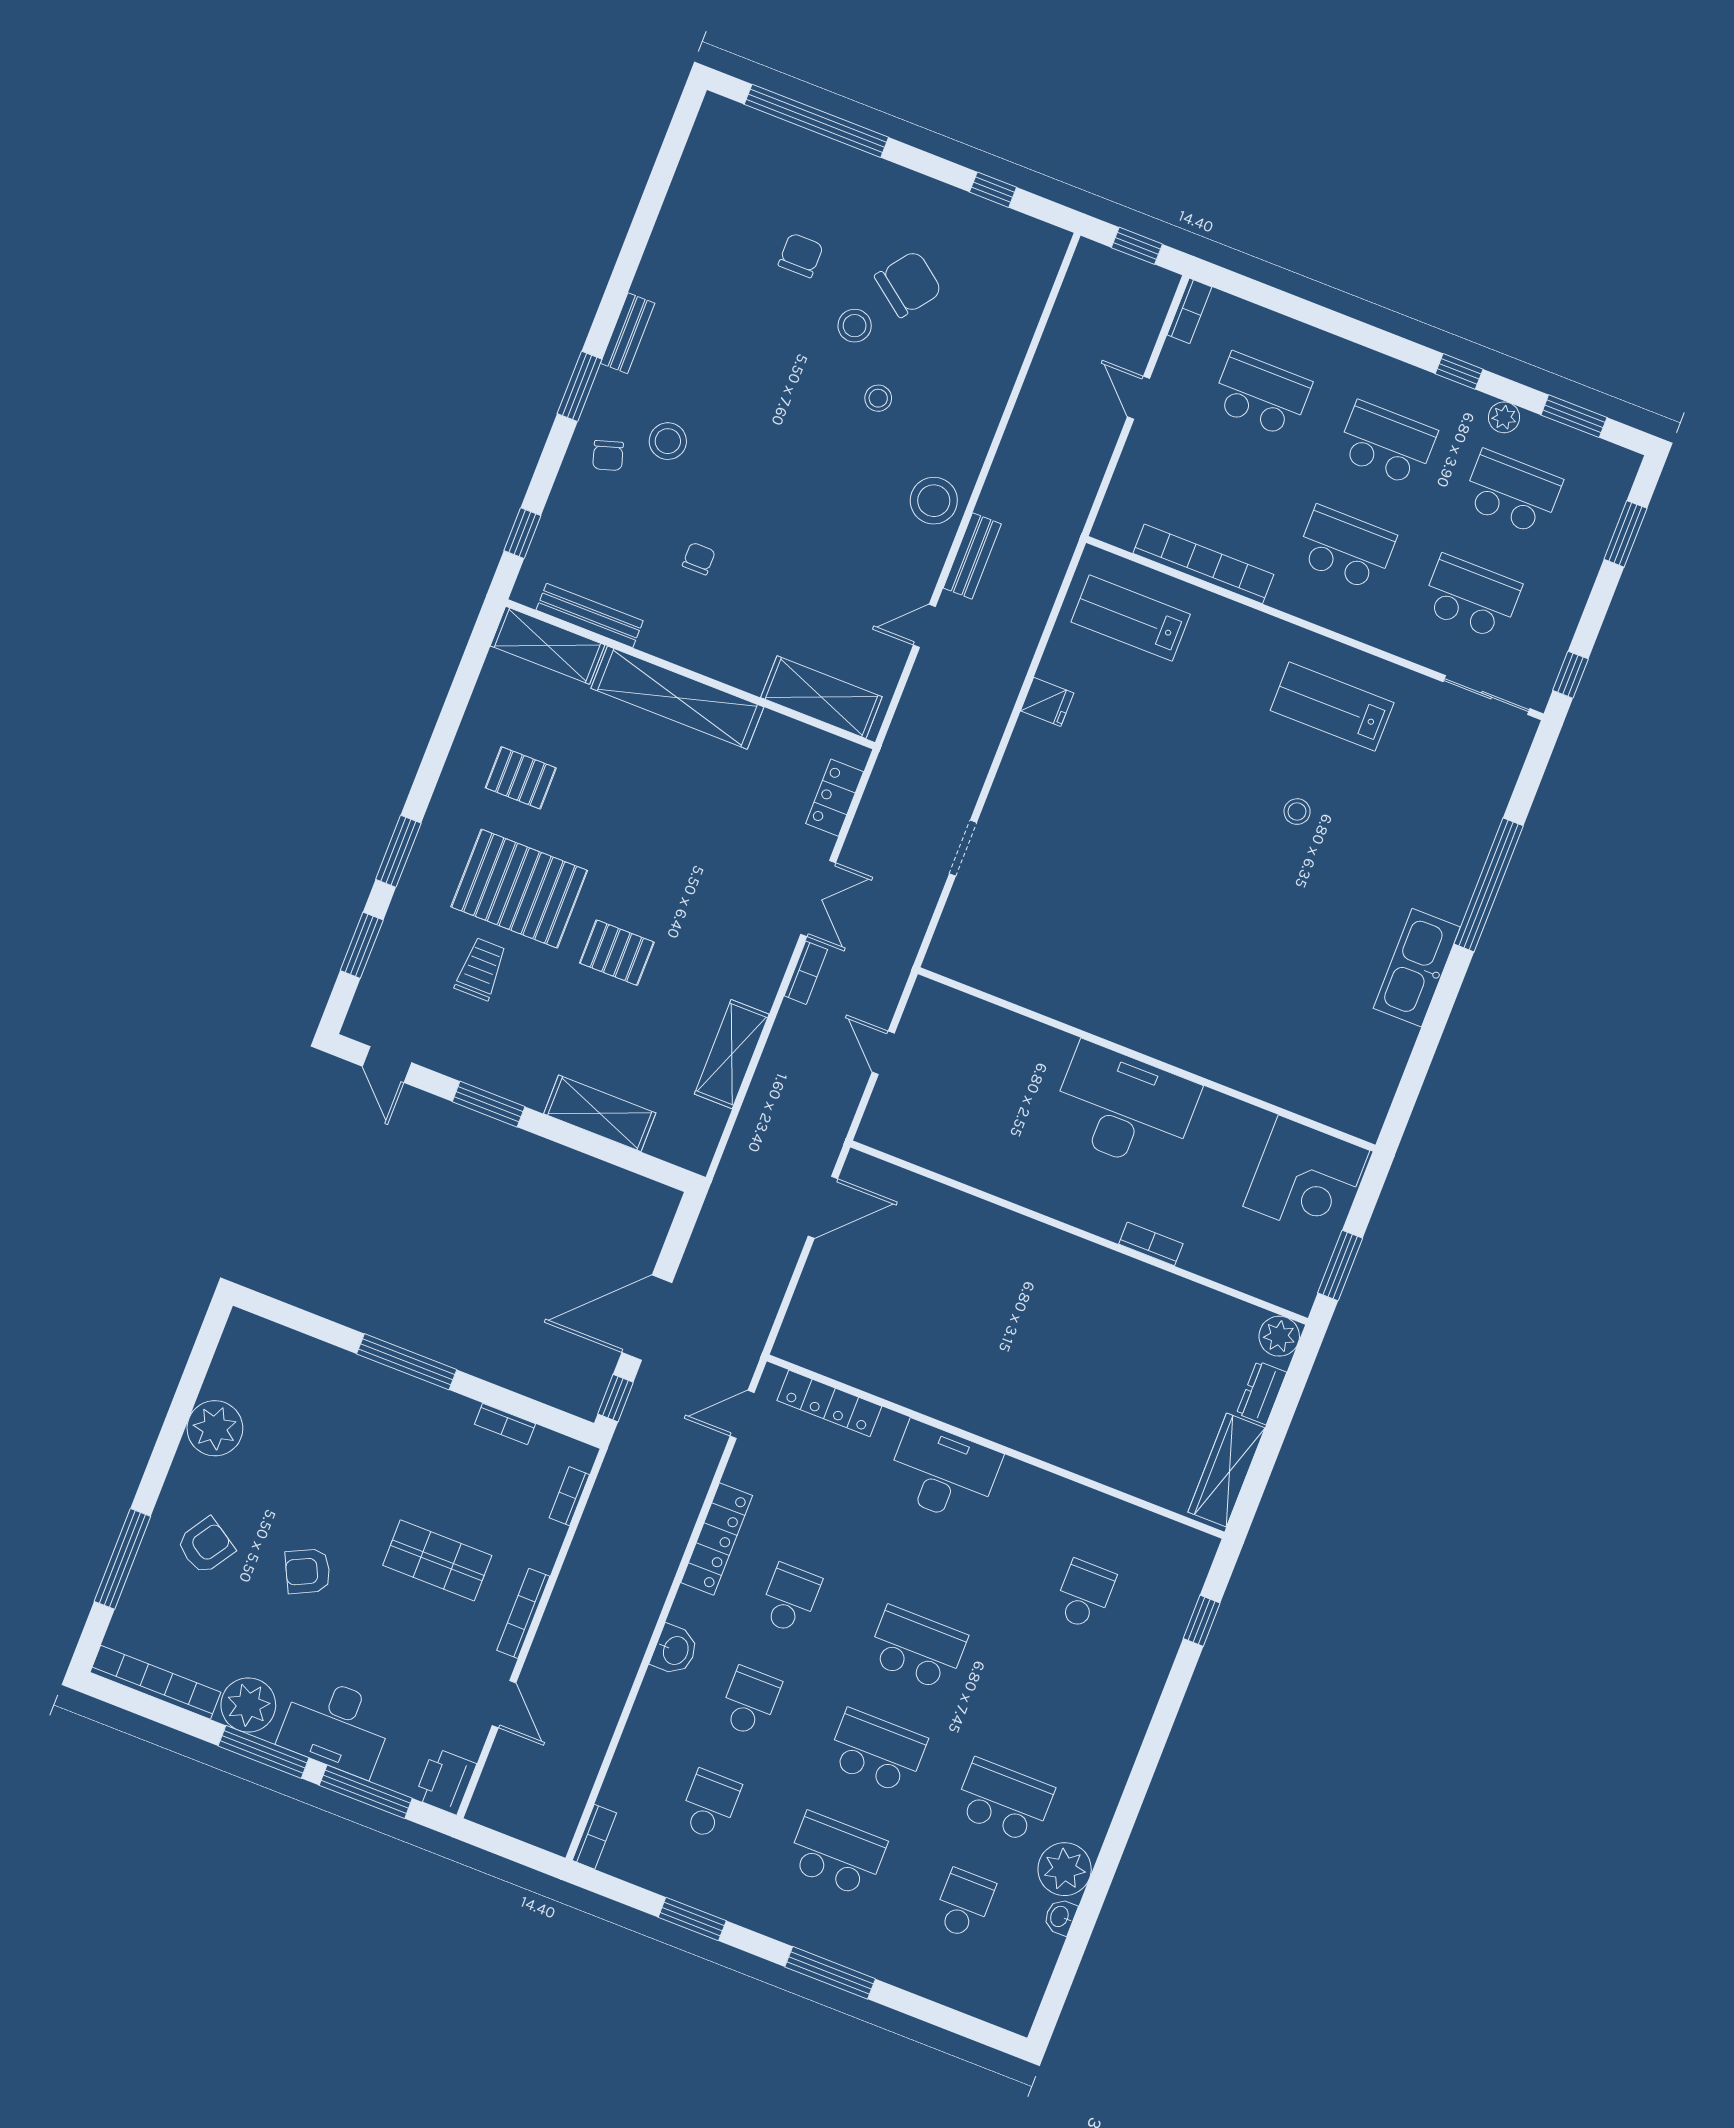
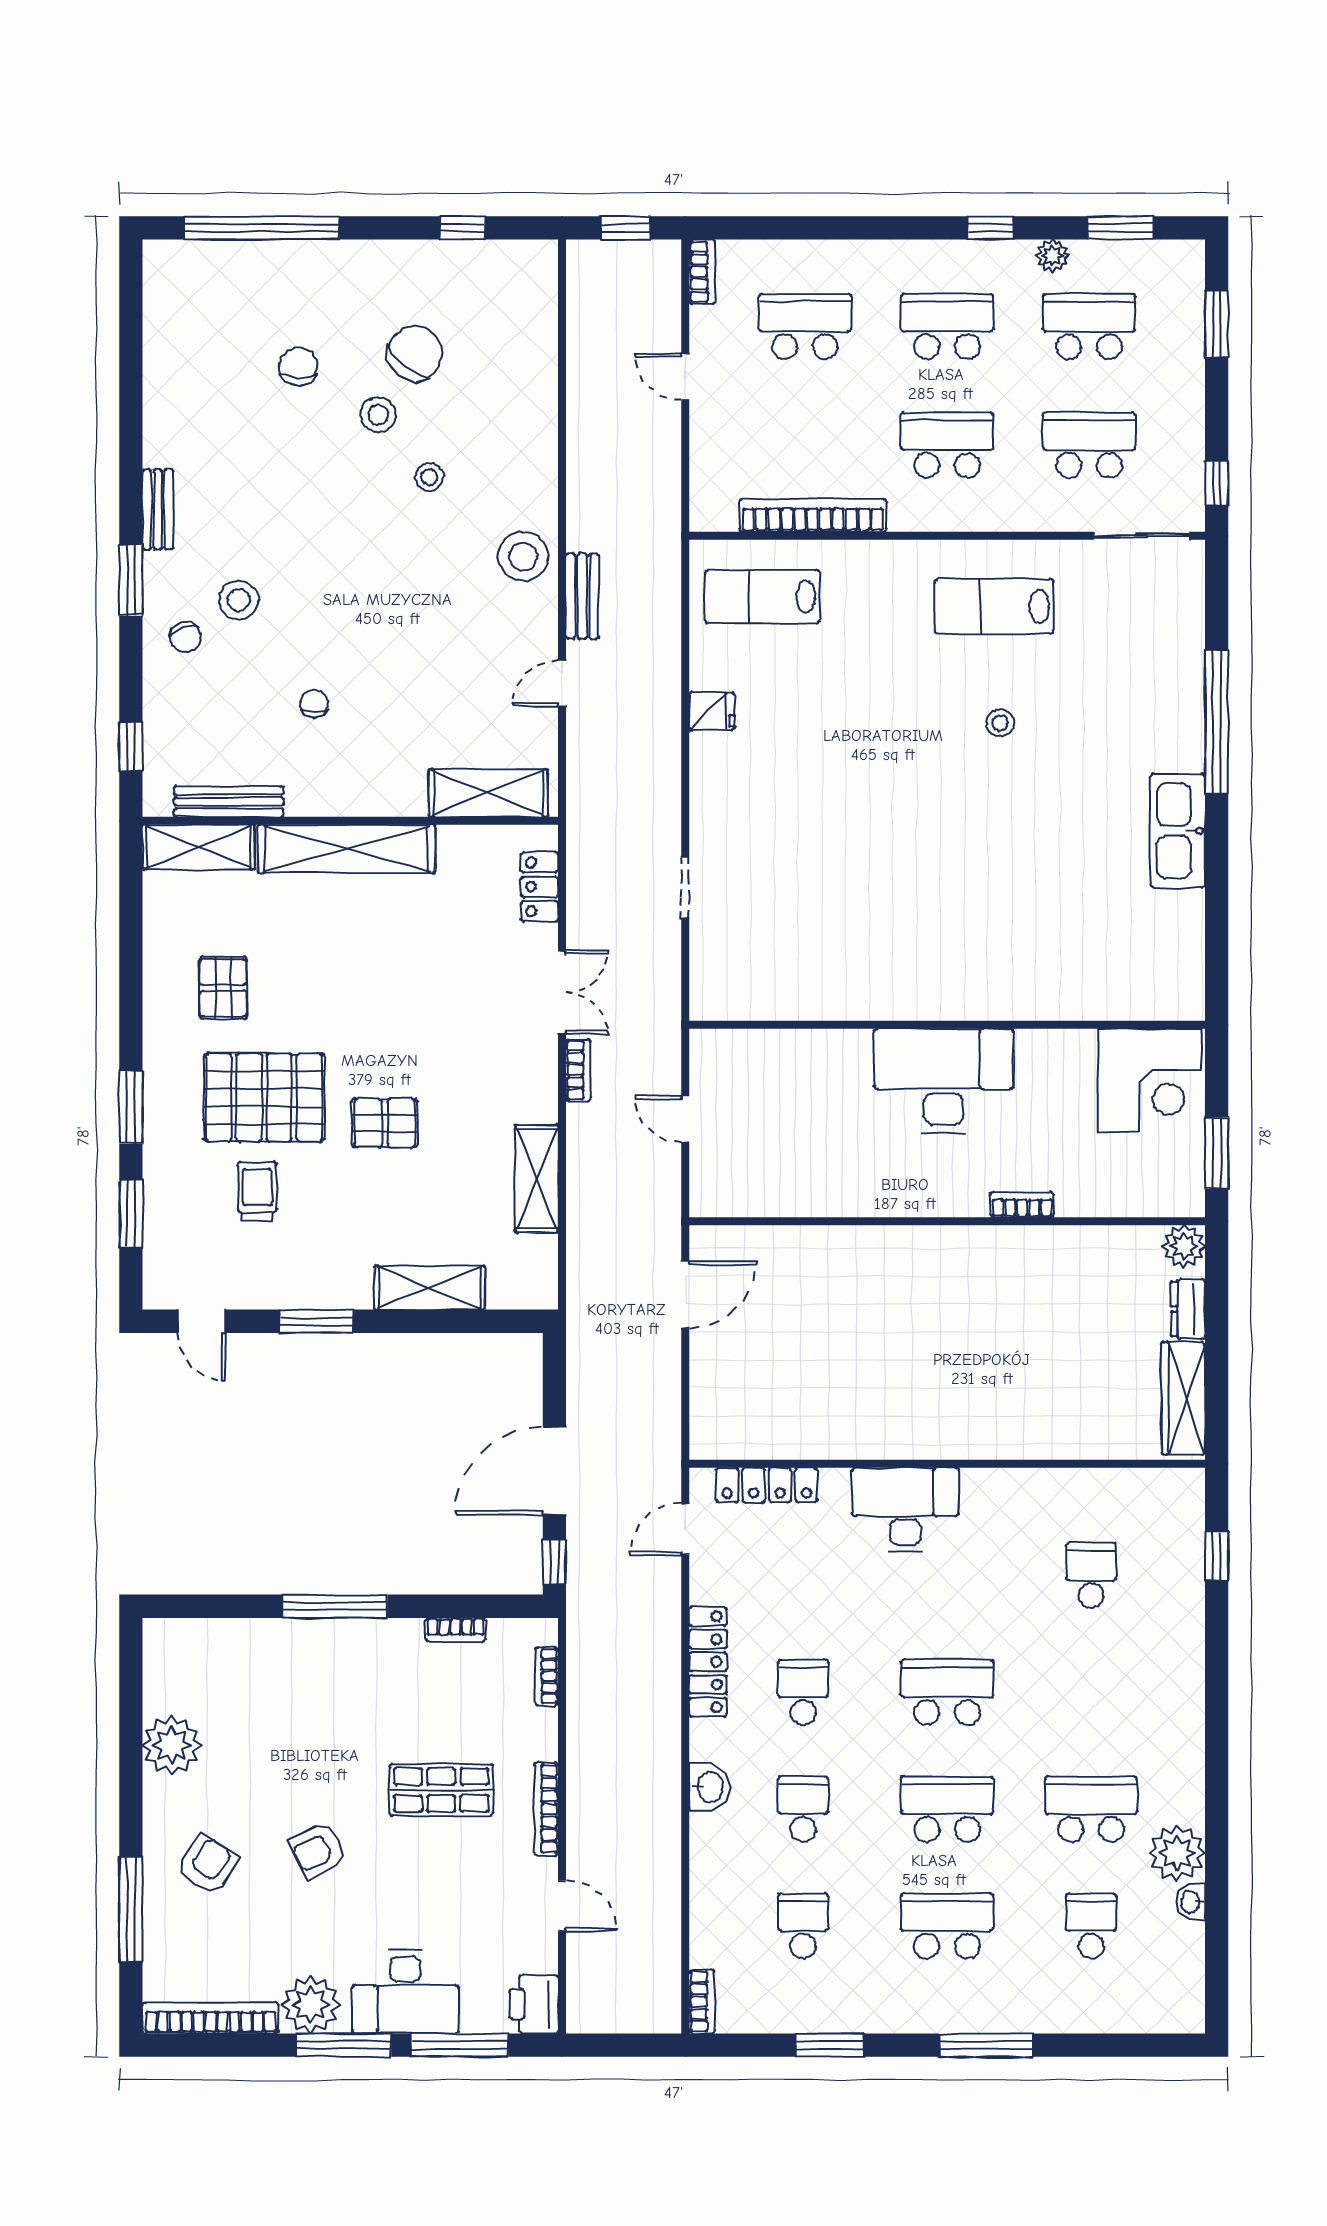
pallet: (521, 778) -> (223, 988), turned 90

